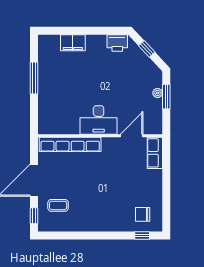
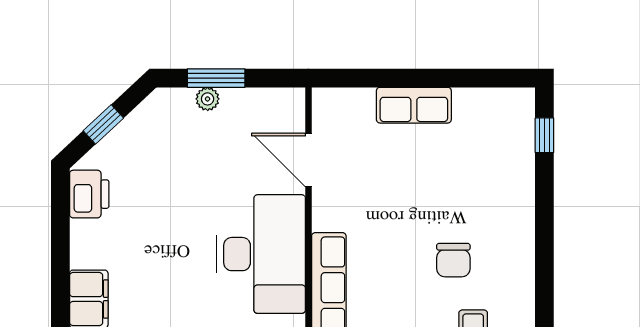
desk: (99, 120) -> (261, 254), width x1.36, depth x1.30
row of seats: (155, 153) -> (414, 105), moved
chair: (143, 214) -> (453, 260), moved

